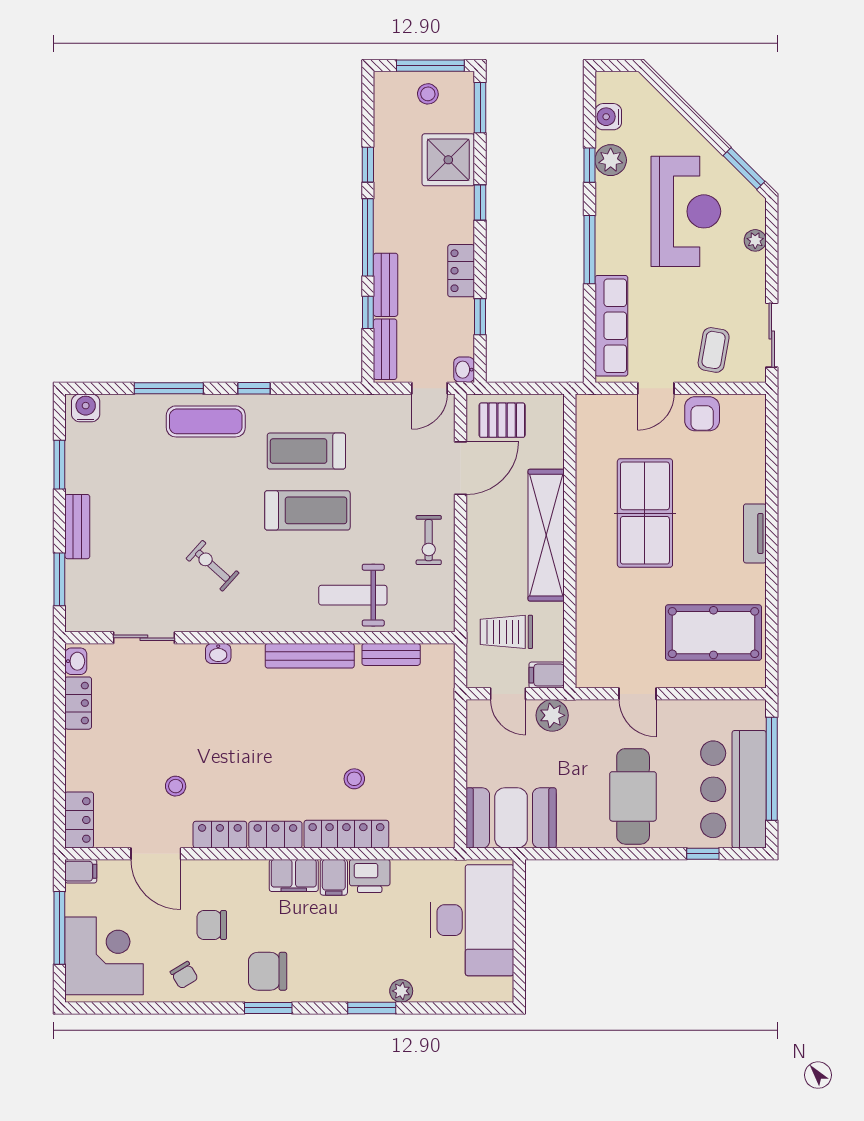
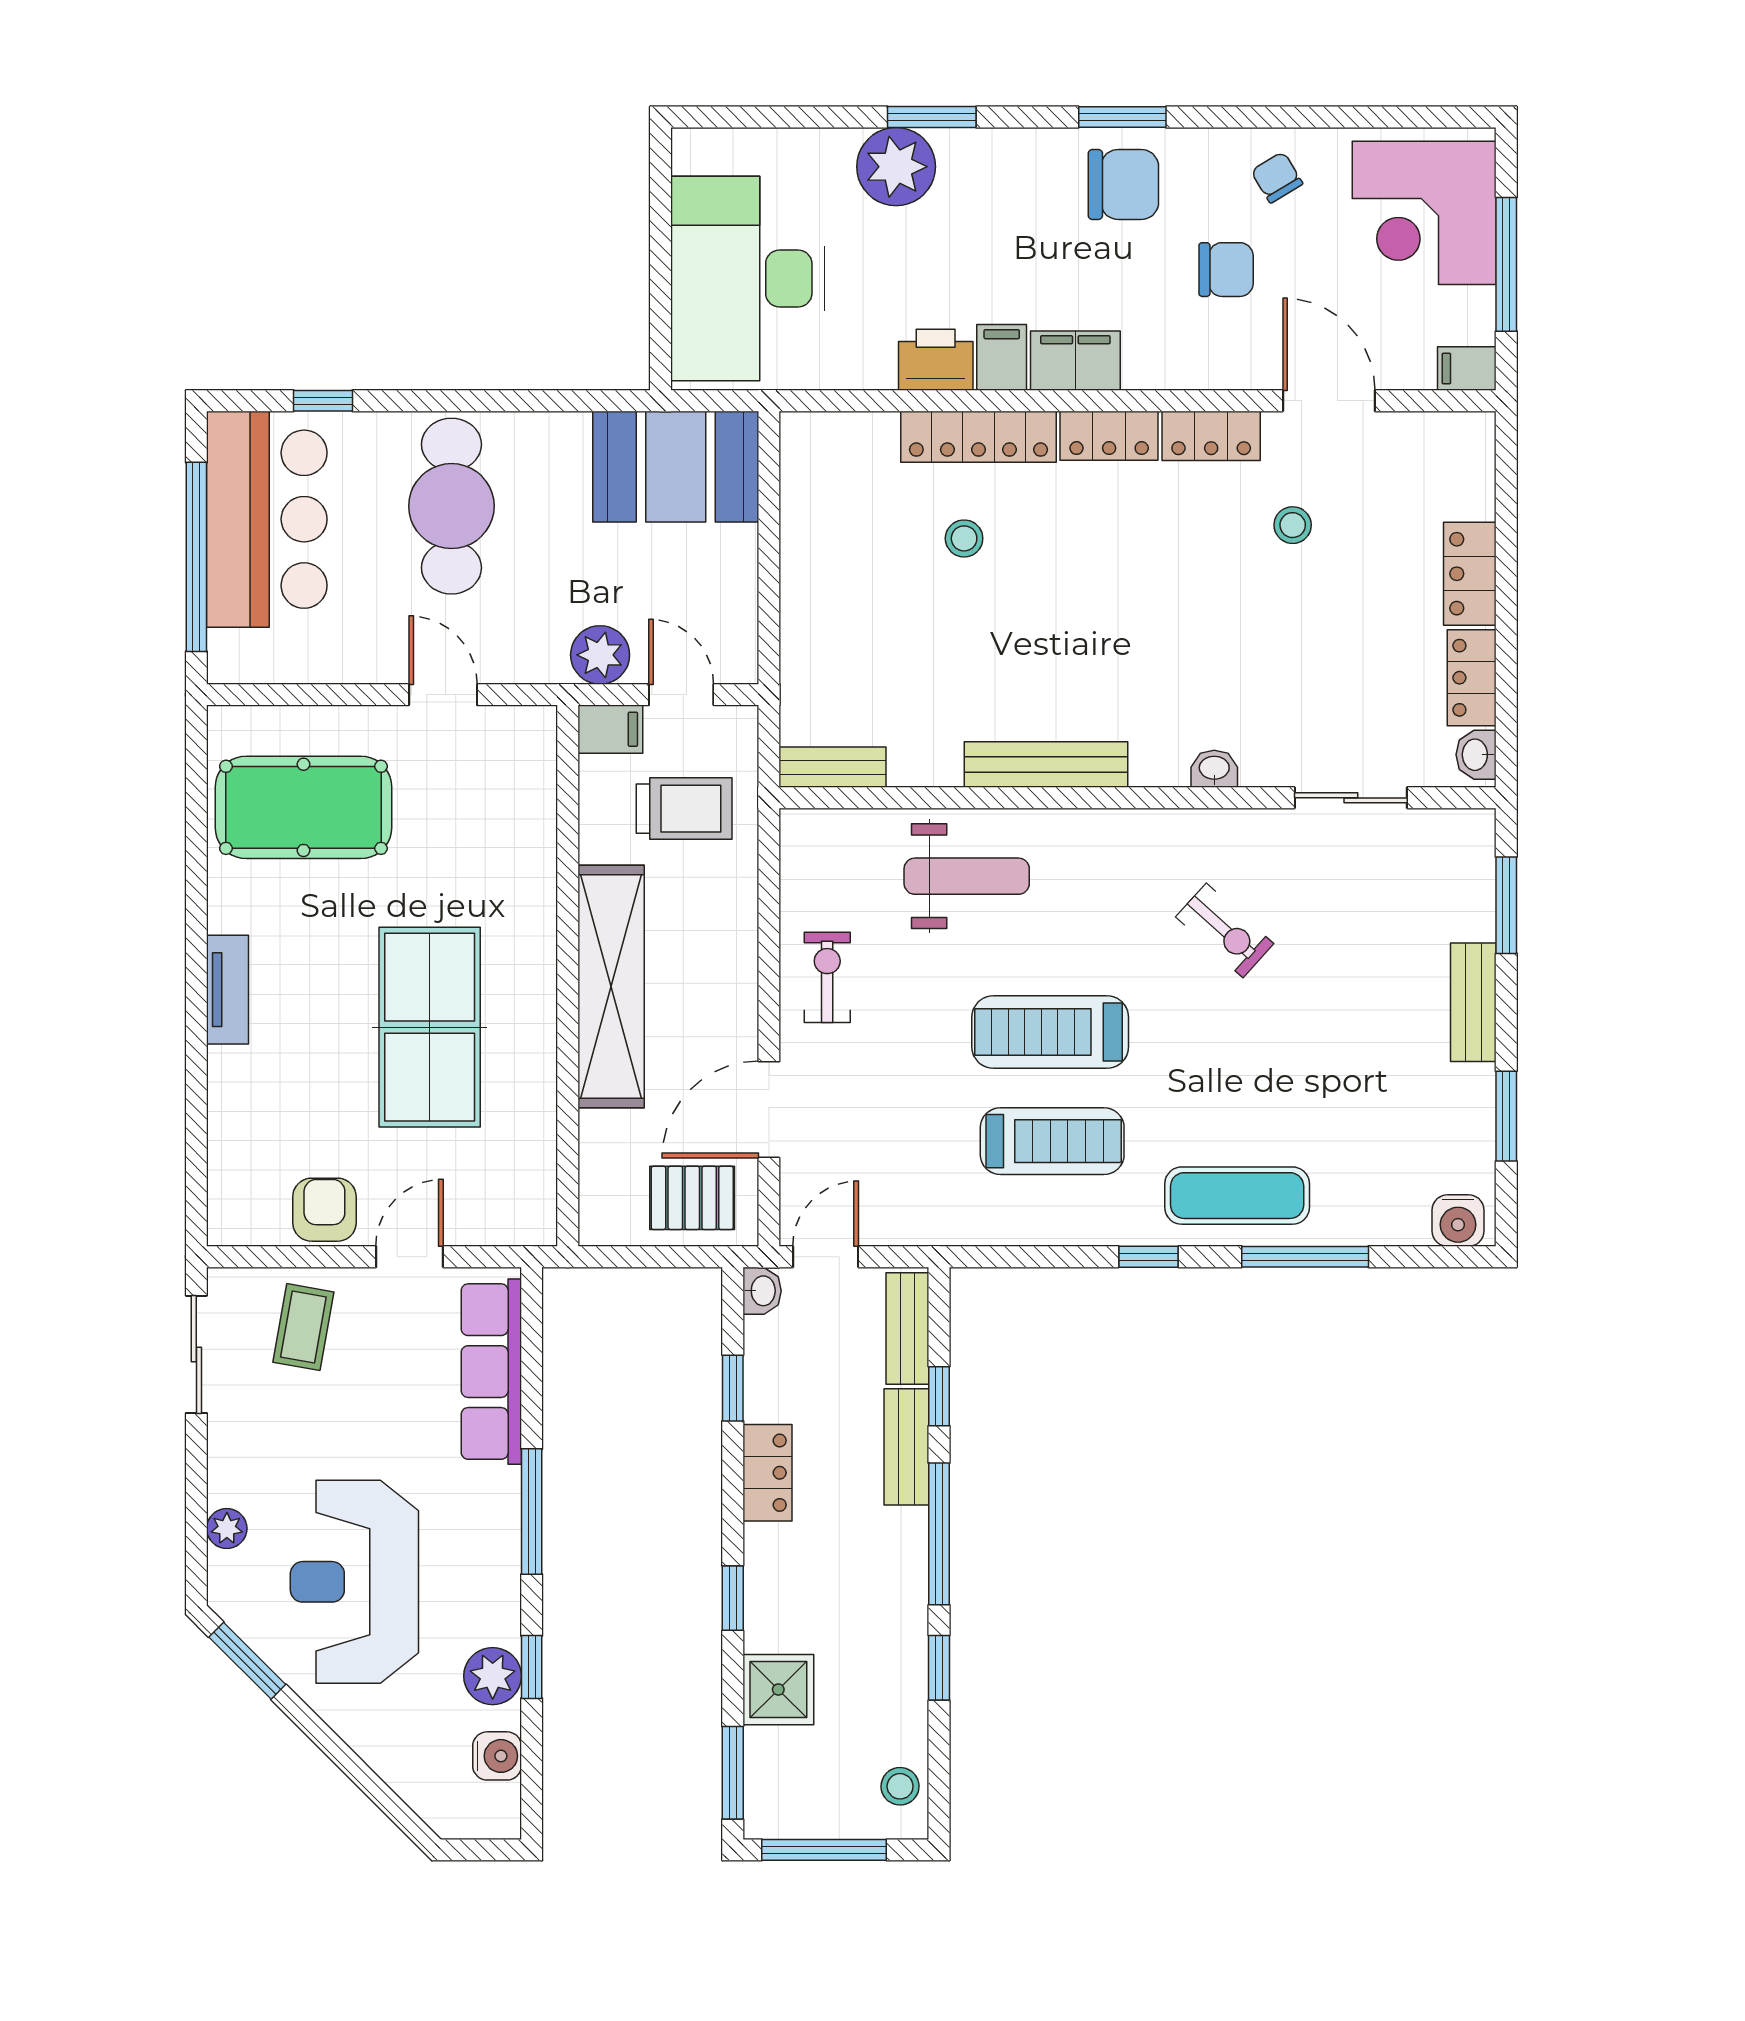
stool: (428, 94) -> (900, 1786), moved
shower: (448, 160) -> (778, 1690), width x0.73, depth x0.73
bench: (391, 654) -> (832, 767), moved
locker: (79, 820) -> (1470, 574), moved
plant: (401, 991) -> (896, 167), width x1.87, depth x1.87

